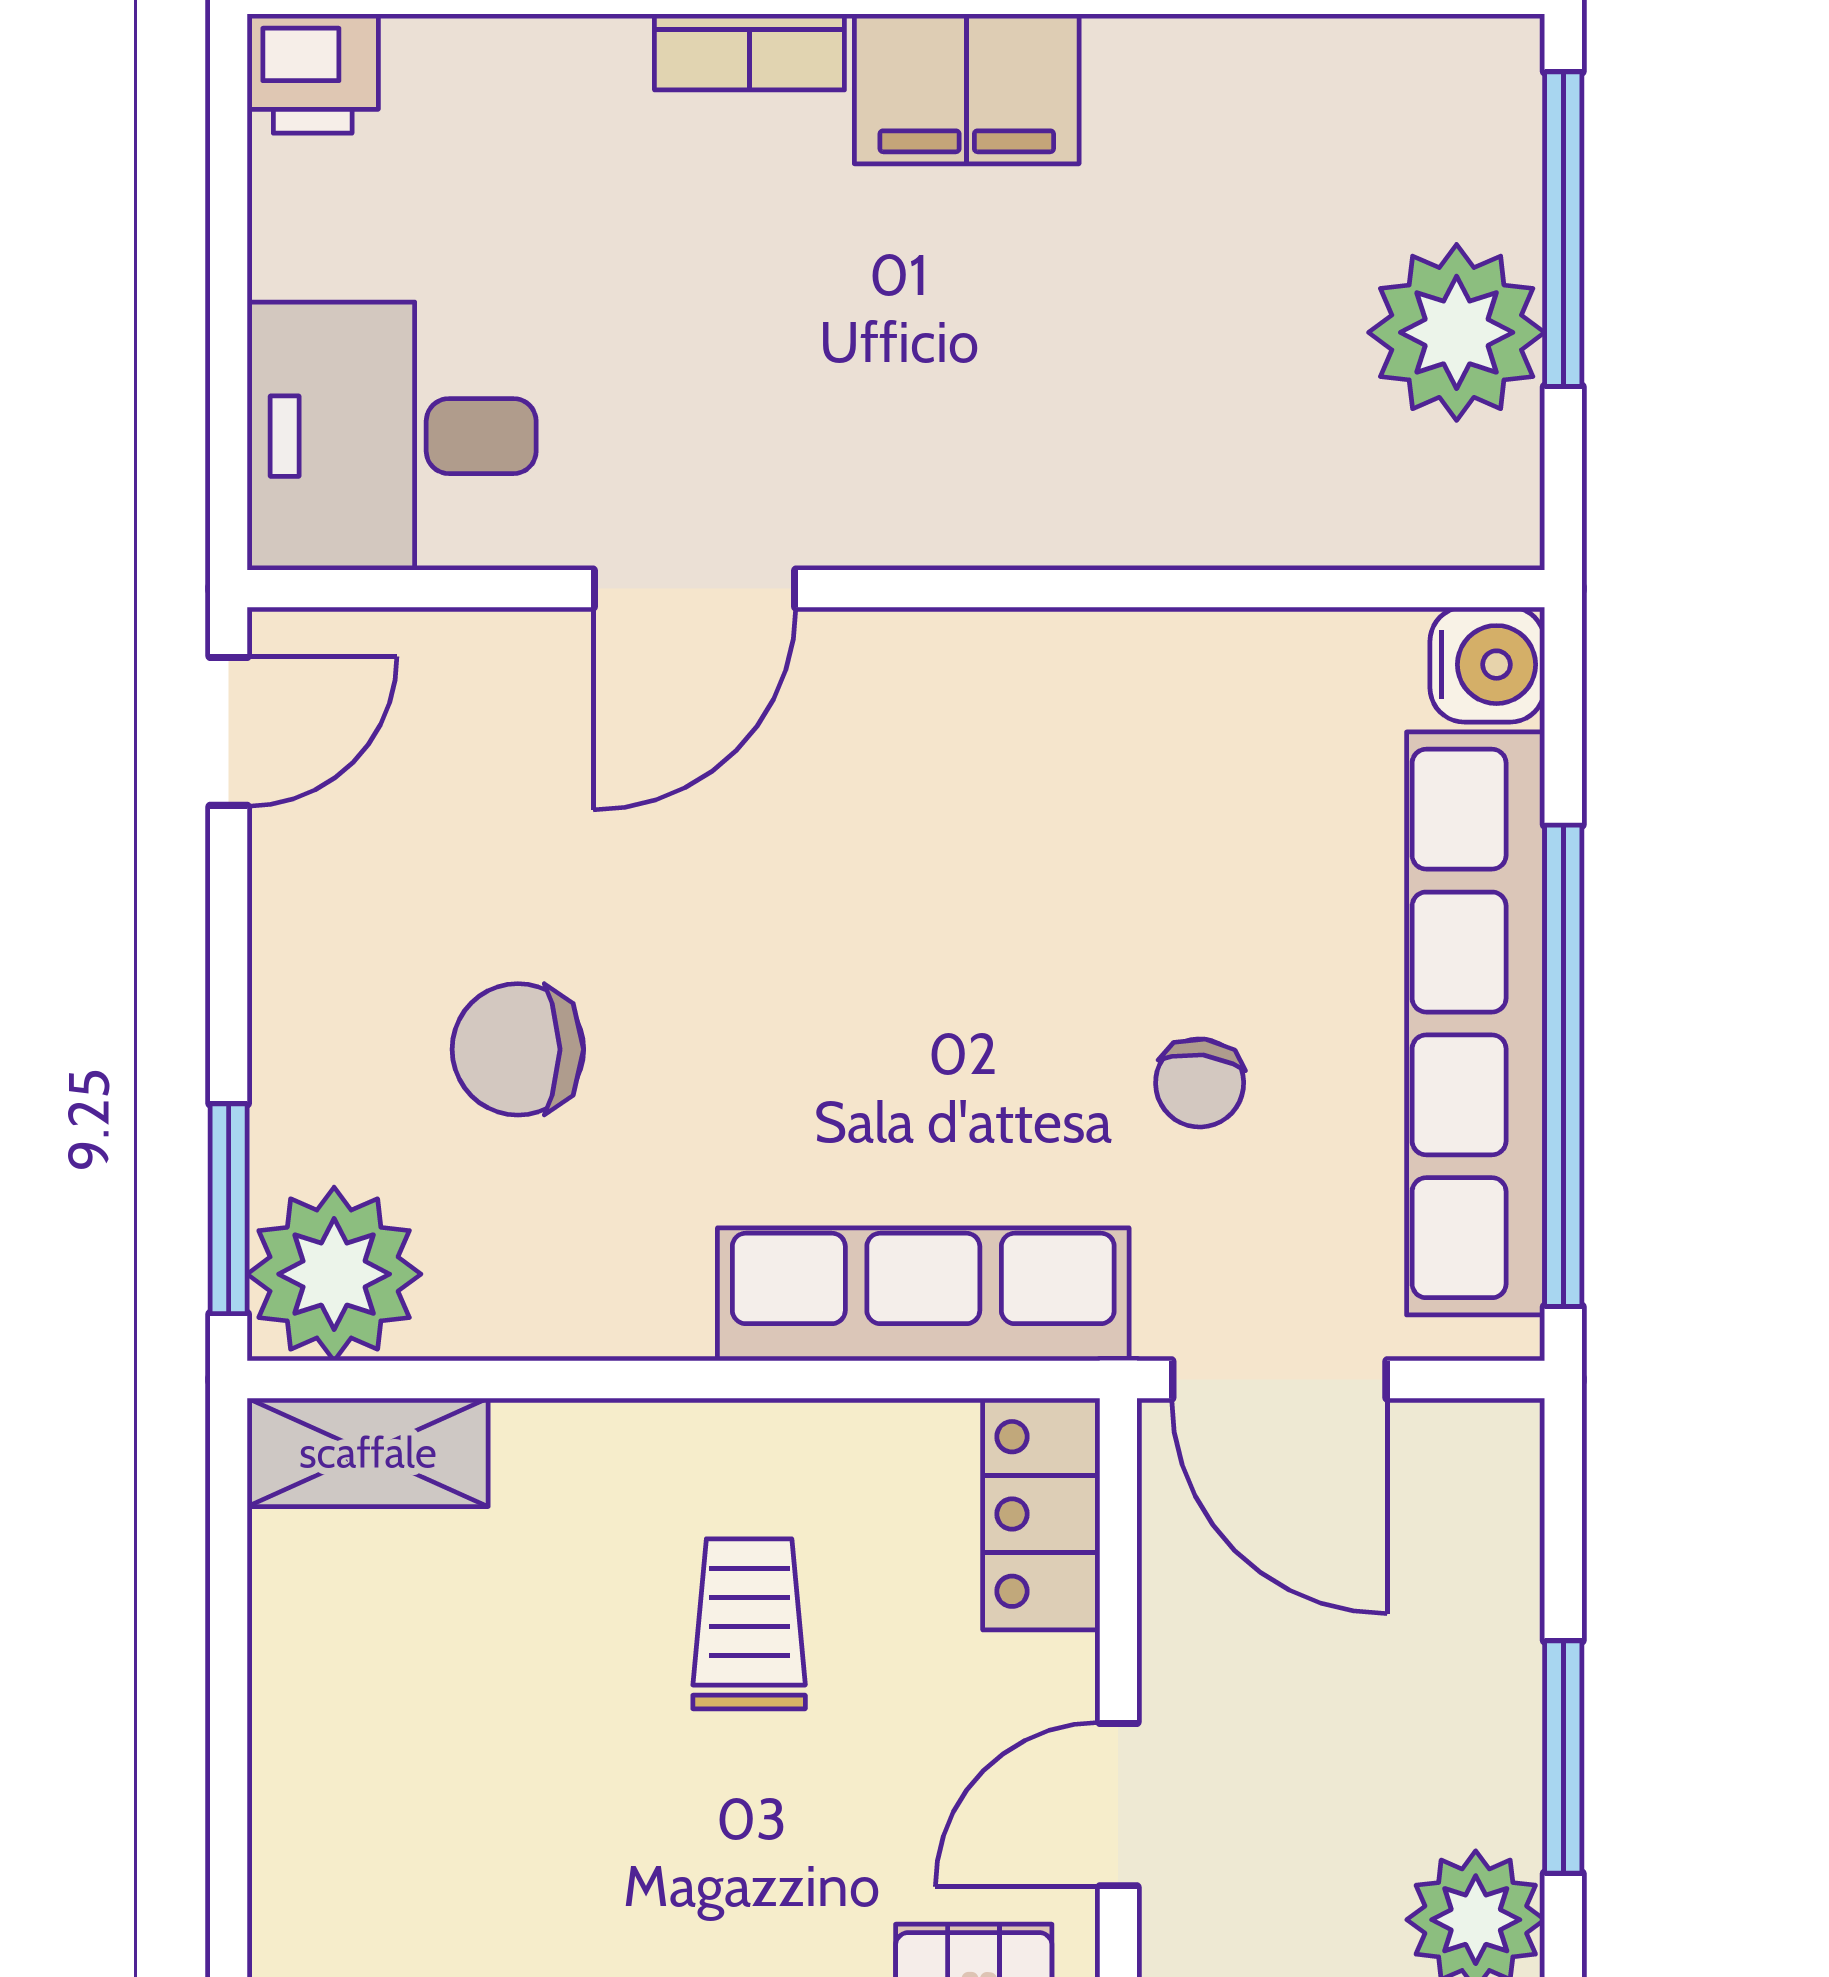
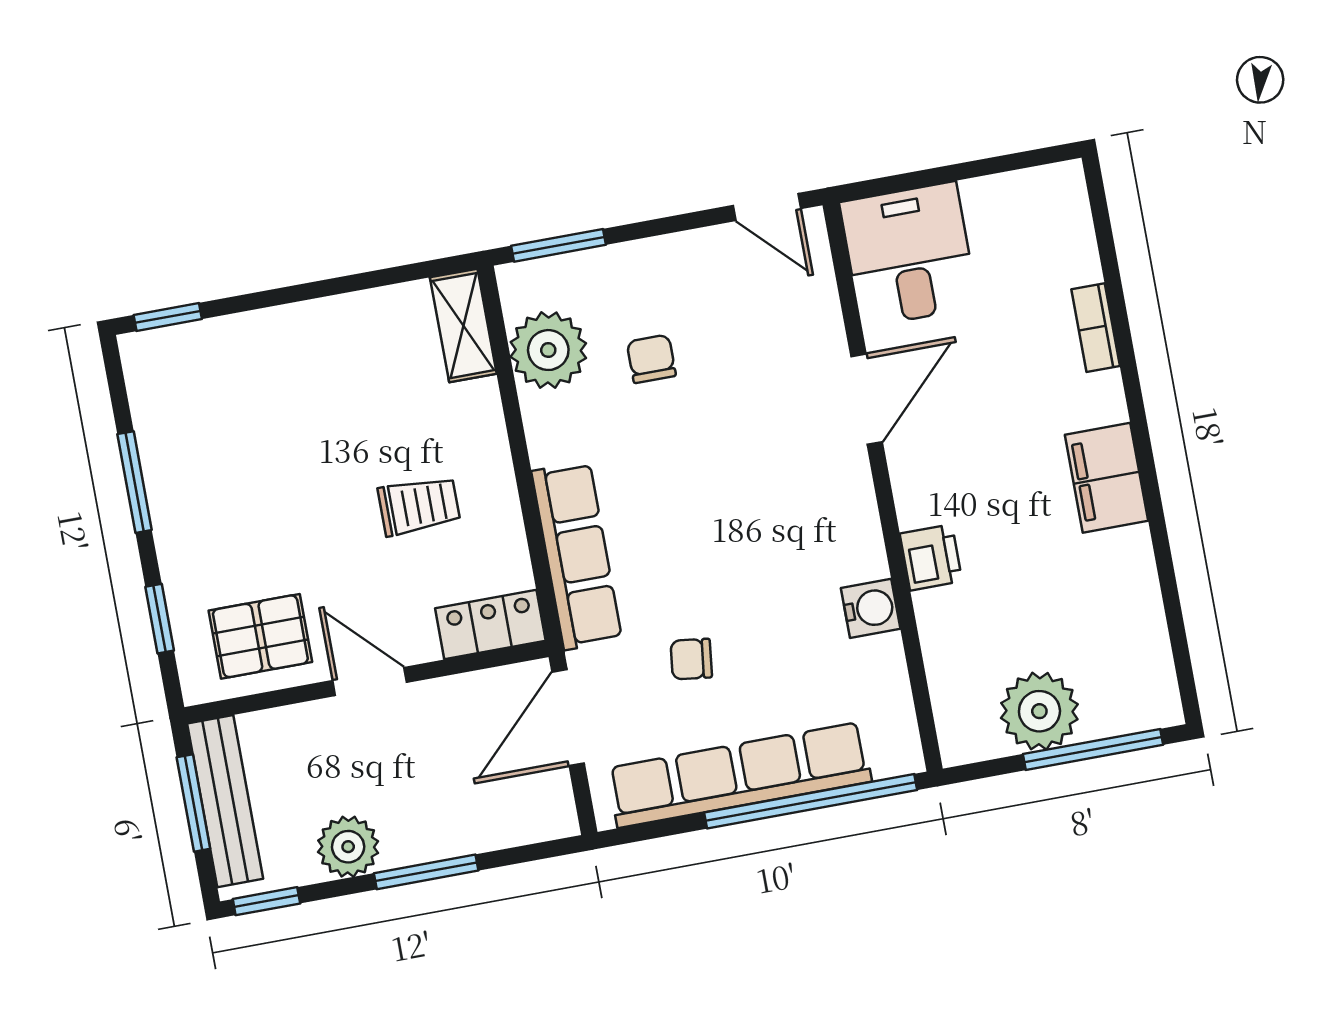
bookcase: (749, 52) -> (1096, 328), moved
printer: (313, 74) -> (931, 557), moved, turned 180
door: (694, 589) -> (867, 399), swing flipped
water cooler: (1487, 665) -> (871, 608), moved, turned -90
chair: (518, 1049) -> (651, 359), width x0.73, depth x0.73
window: (1563, 1066) -> (811, 801), moved
plant: (334, 1274) -> (548, 350), moved

